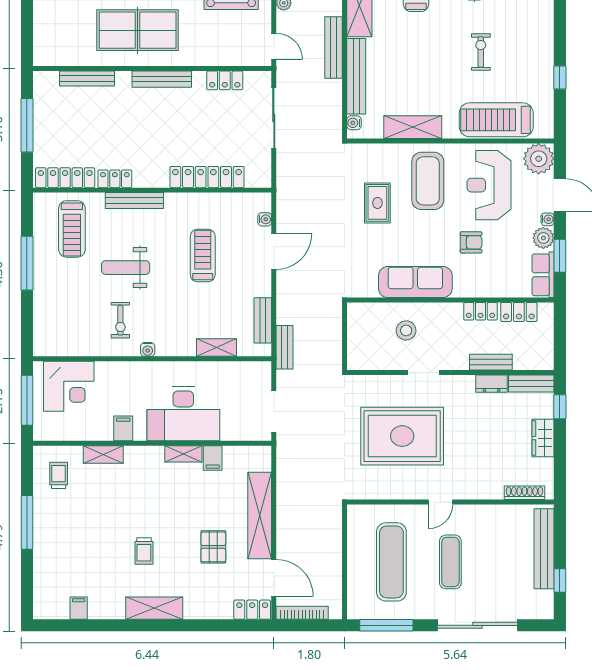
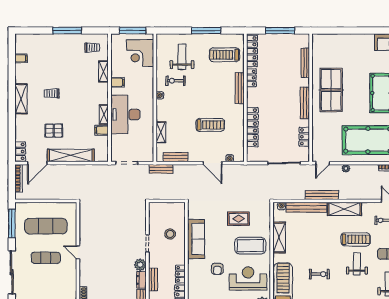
weight bench: (126, 268) -> (182, 57), moved
plant: (463, 386) -> (140, 265), added
rug: (402, 436) -> (113, 232), removed

